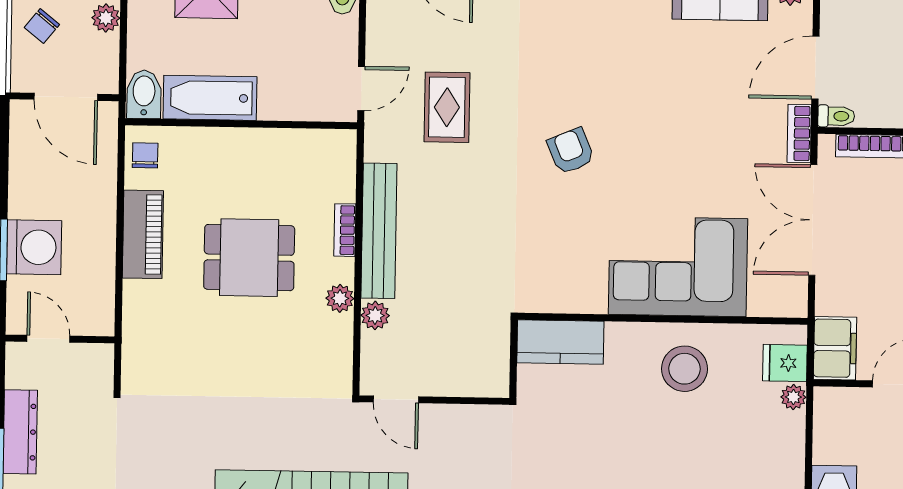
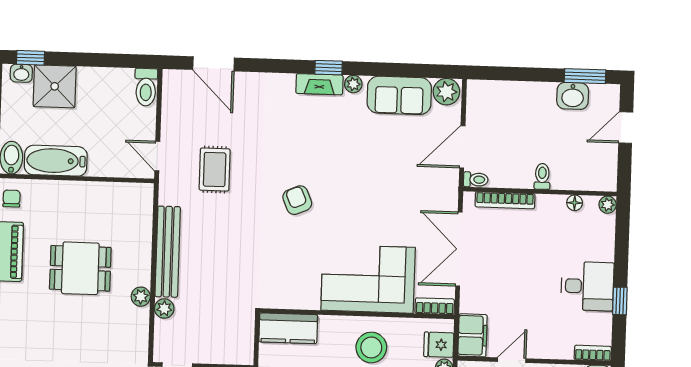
door: (361, 89) -> (157, 156), swing flipped
bookcase: (799, 133) -> (435, 306), moved, turned 90
bookcase: (345, 230) -> (145, 251), removed

